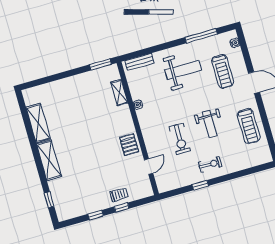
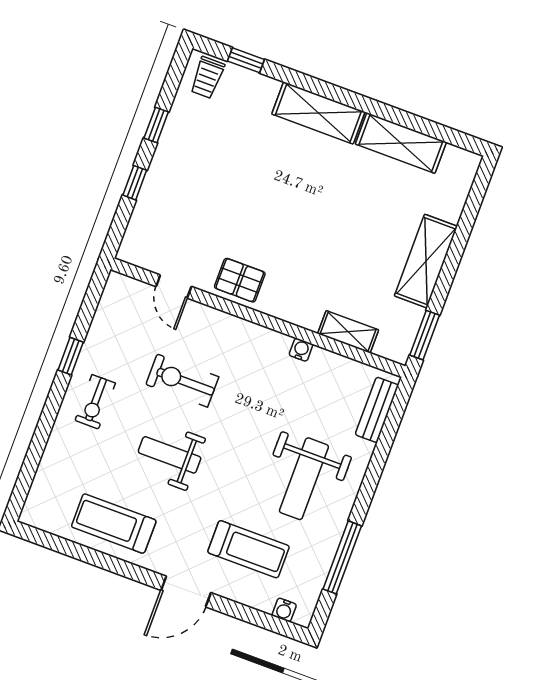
treadmill: (223, 71) -> (248, 549), turned 180
shelving: (74, 83) -> (426, 261), added
trolley: (119, 195) -> (207, 78), moved

